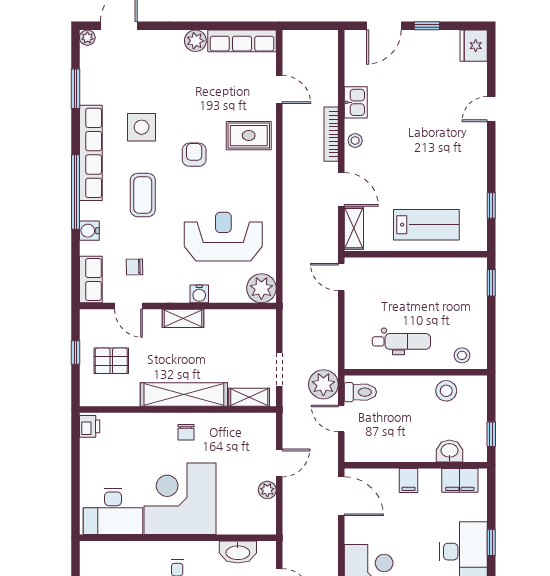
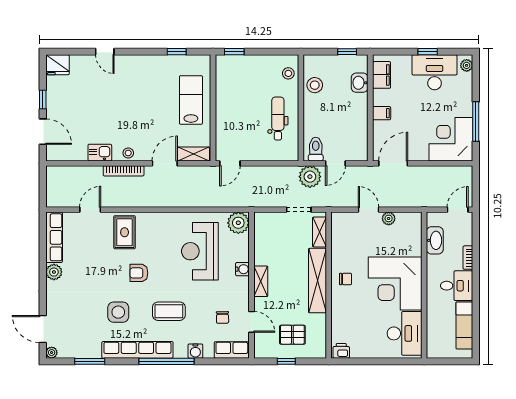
door: (128, 306) -> (252, 322), hinge flipped
pallet: (111, 361) -> (292, 335), turned 90

